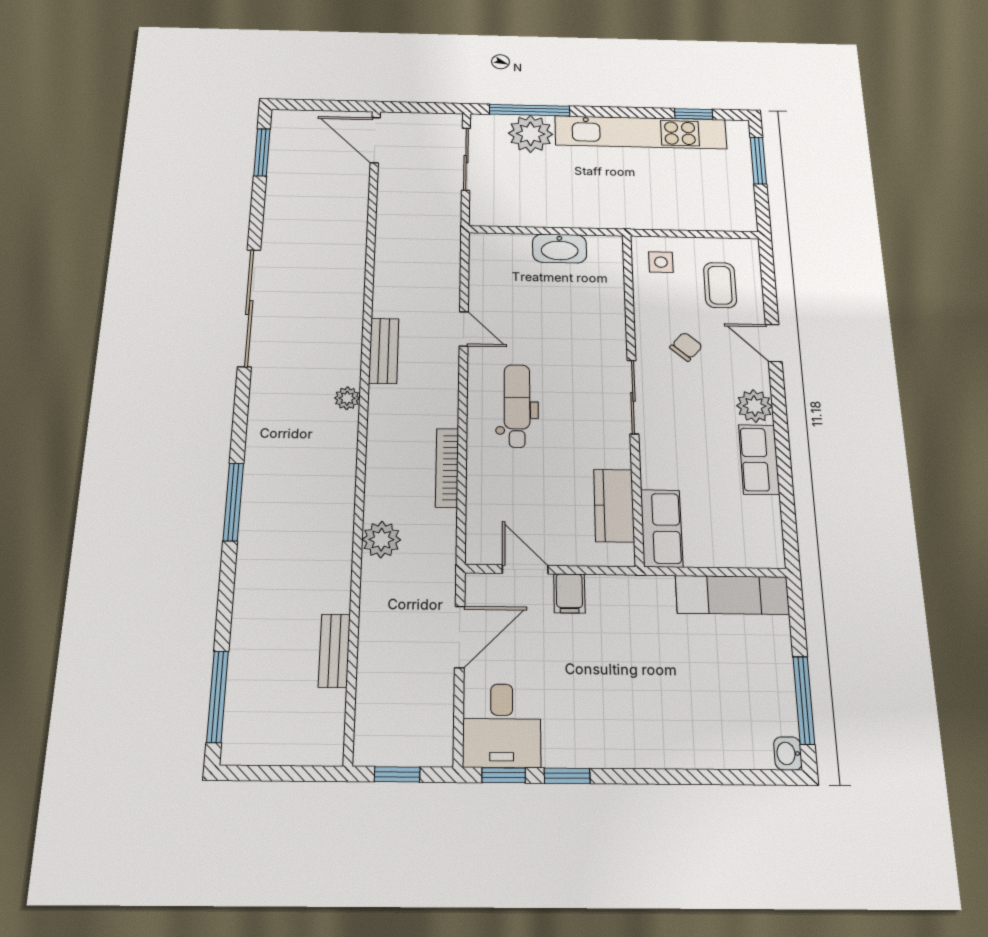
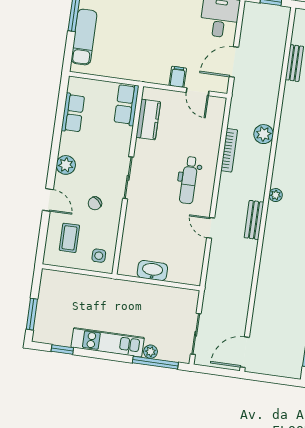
kitchen unit: (641, 132) -> (108, 342), width x0.73
plant: (531, 134) -> (151, 352), width x0.53, depth x0.53
door: (375, 140) -> (245, 352), swing flipped
row of seats: (759, 459) -> (73, 113), moved
plant: (381, 540) -> (264, 134), moved
exam couch: (732, 595) -> (84, 37), moved, turned 90

